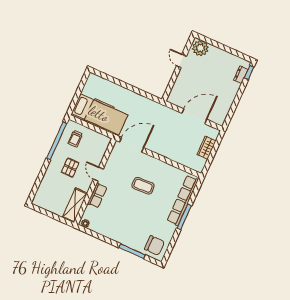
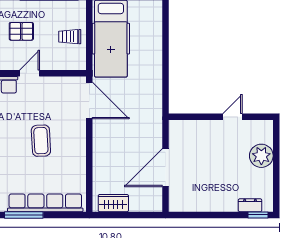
plant: (200, 48) -> (261, 156), moved
door: (194, 116) -> (166, 168), swing flipped
trolley: (75, 139) -> (70, 37), moved
wardrobe: (207, 148) -> (113, 203), moved

